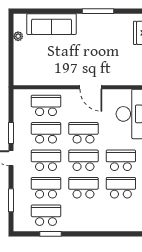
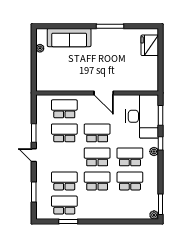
school desk: (46, 160) -> (64, 157), removed

